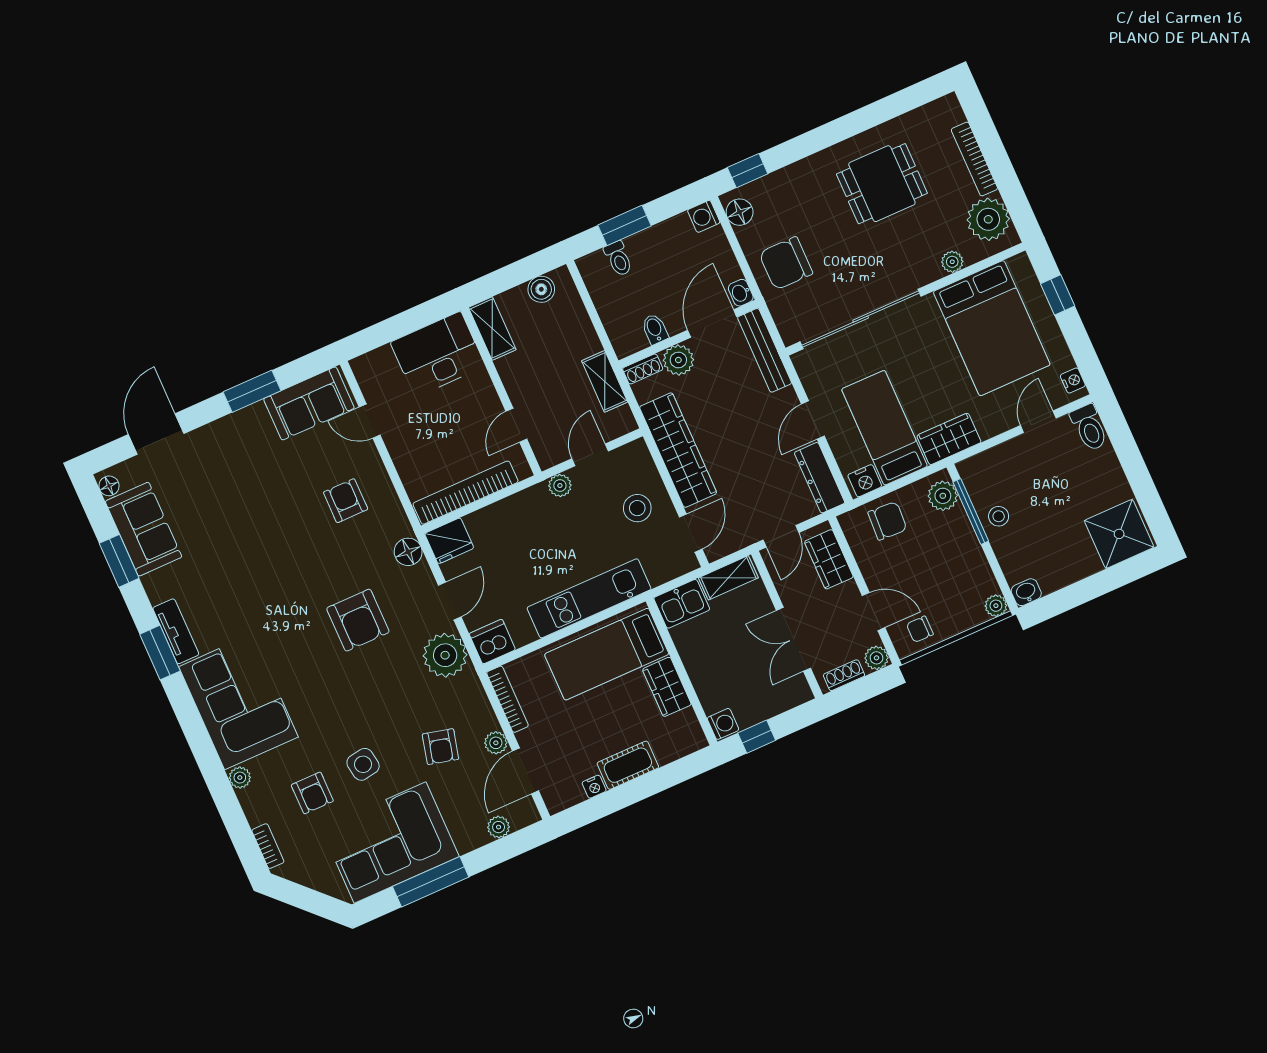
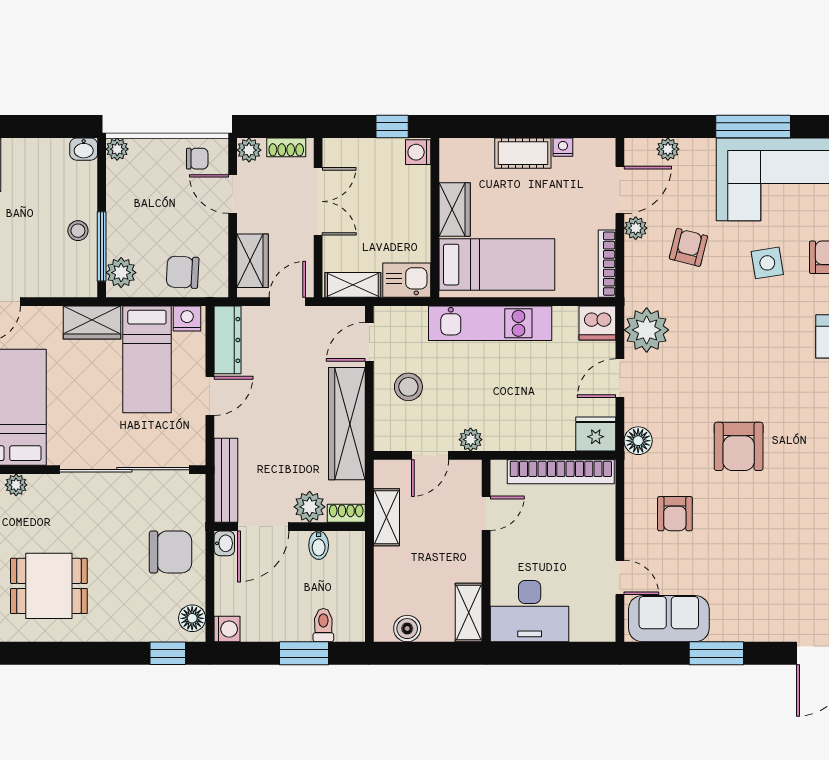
armchair: (358, 620) -> (739, 446), moved, turned 180

